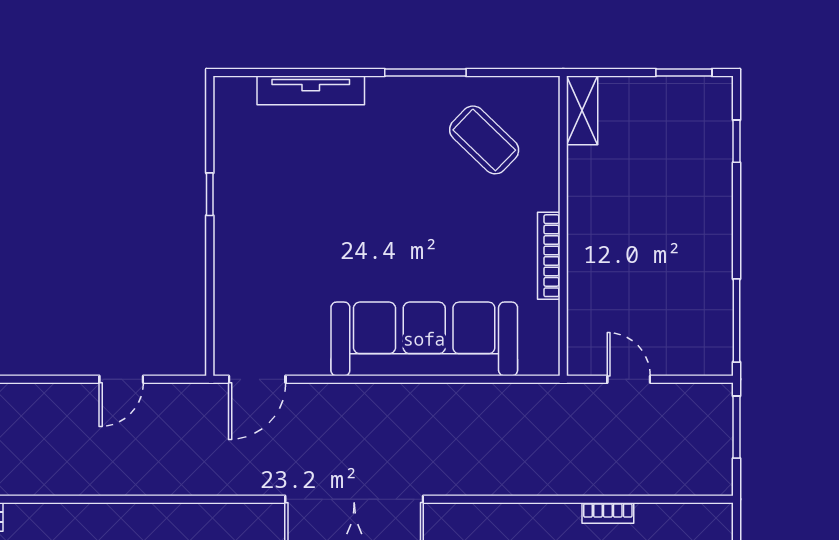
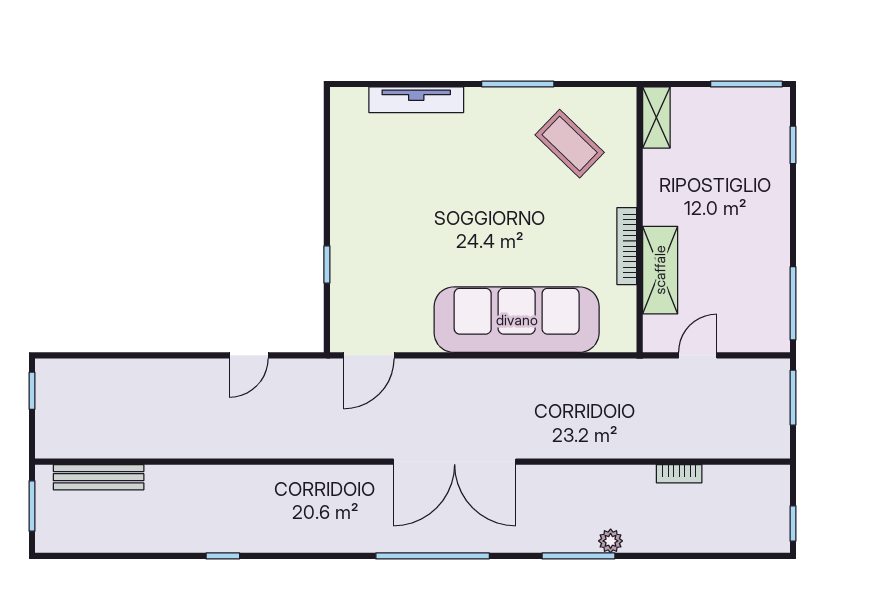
window: (684, 73) -> (746, 84), width x1.44
window: (210, 194) -> (327, 264), moved
shelving: (586, 283) -> (660, 270), added
door: (629, 379) -> (698, 355), hinge flipped

